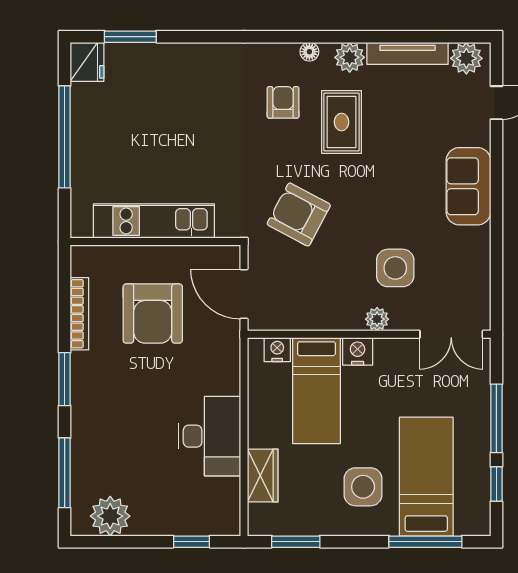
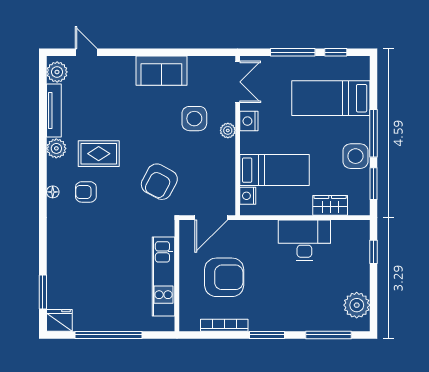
floor lamp: (309, 52) -> (53, 192), moved
sofa: (468, 186) -> (161, 71), moved
nightstand: (358, 351) -> (249, 121), moved
side table: (363, 487) -> (355, 156), moved
window: (425, 542) -> (373, 133), moved

